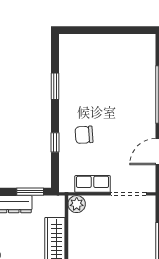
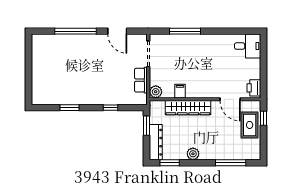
chair: (84, 135) -> (105, 86), removed
filing cabinet: (77, 237) -> (180, 91), added

